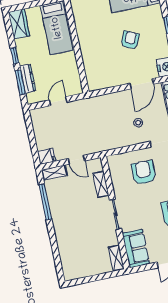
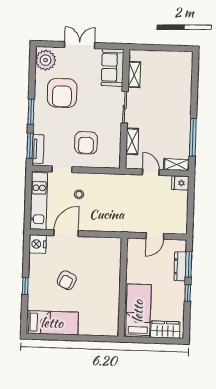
wardrobe: (19, 24) -> (165, 330), moved, turned 90
shelving: (116, 258) -> (134, 75), moved

